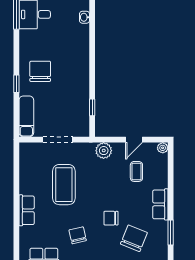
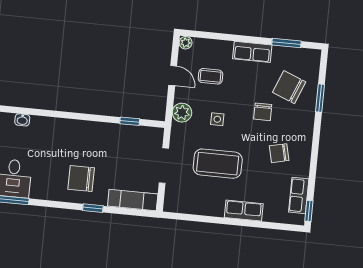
side table: (101, 181) -> (217, 119), added

